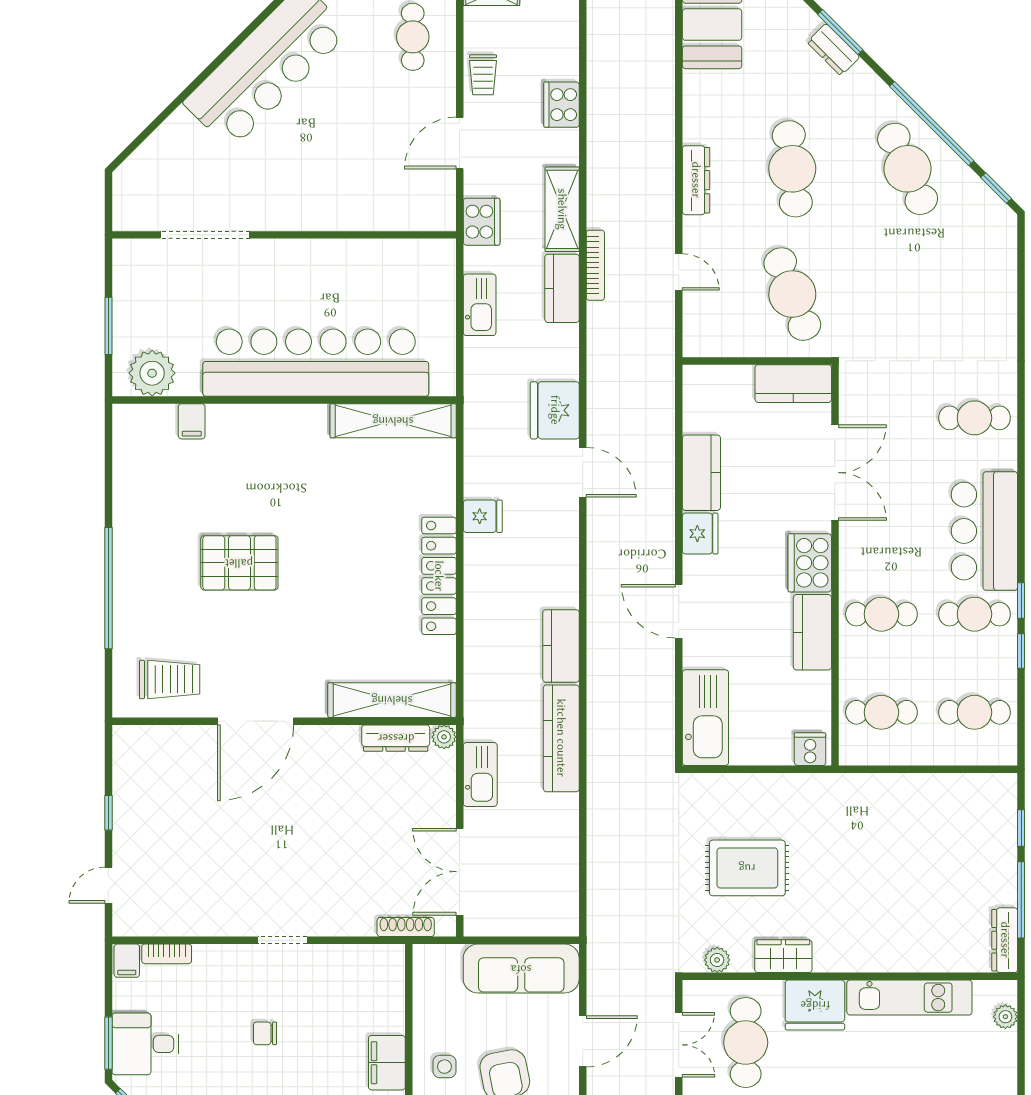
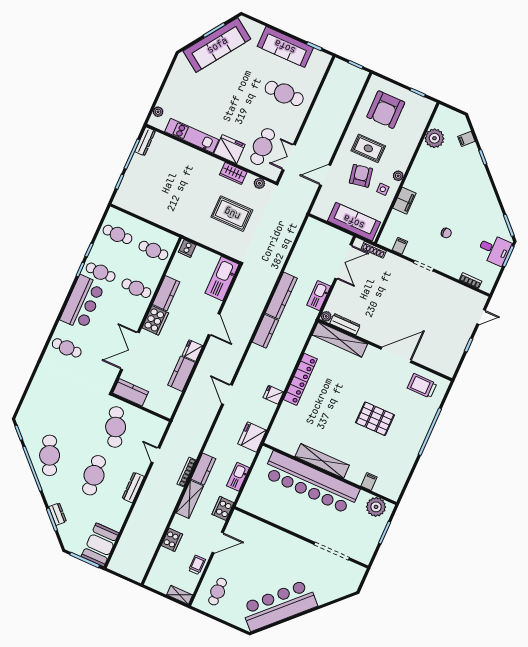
fridge: (555, 410) -> (252, 437), moved, turned 180
shelving: (393, 421) -> (322, 461), moved
filing cabinet: (127, 961) -> (400, 246), moved
sofa: (521, 969) -> (354, 222), moved

